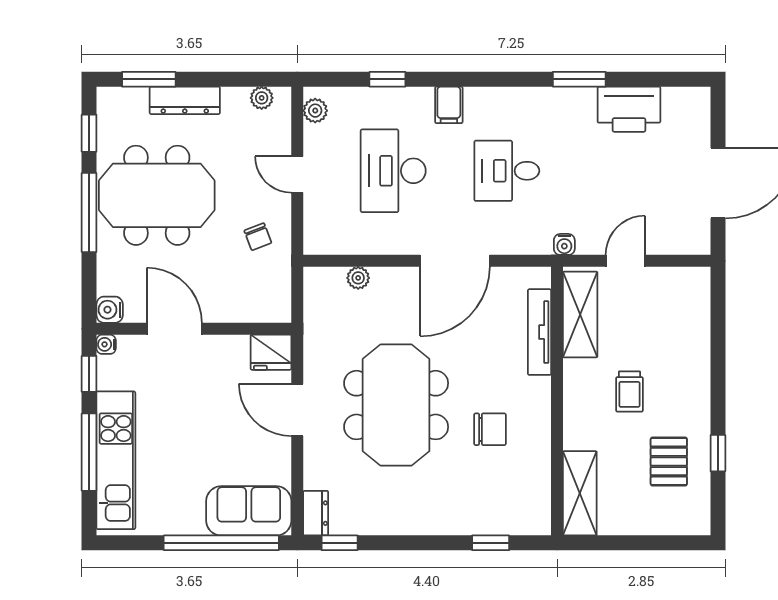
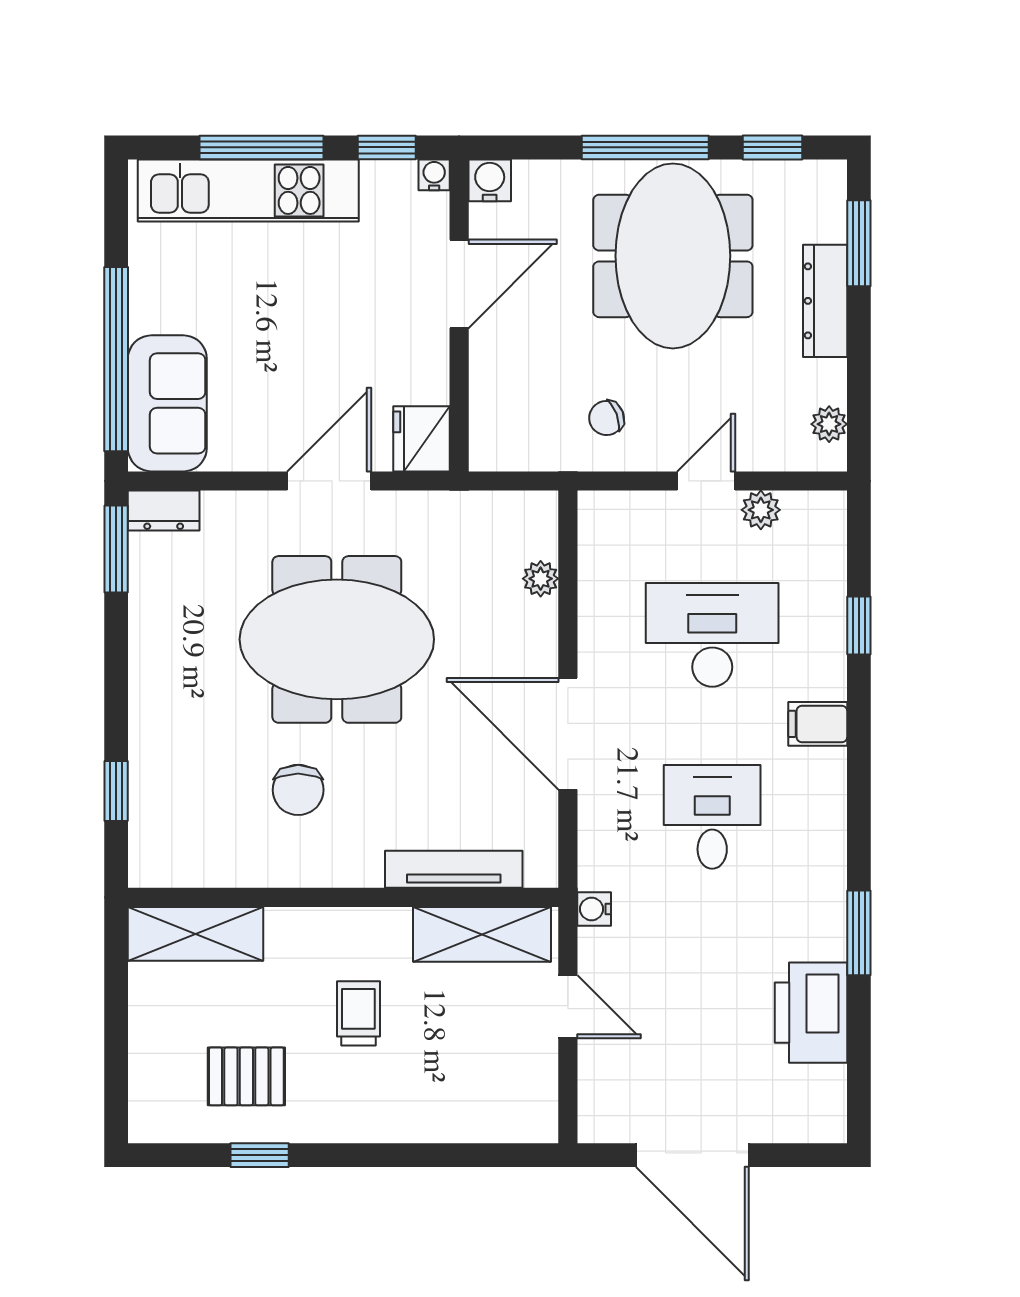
plant: (315, 111) -> (761, 510), moved
trolley: (629, 392) -> (358, 1013), turned 90
window: (340, 543) -> (116, 549), width x1.50

